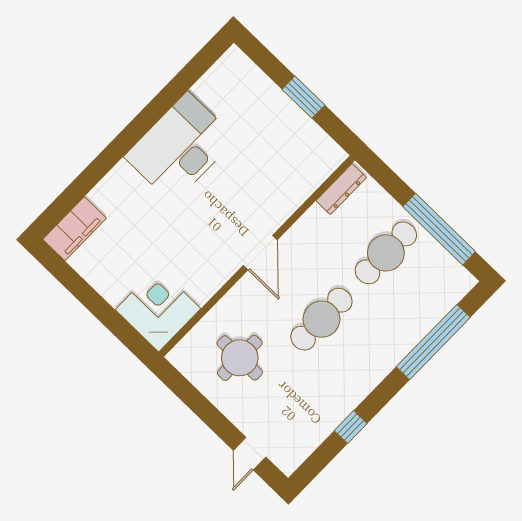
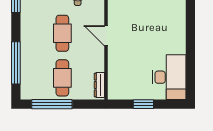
desk: (180, 148) -> (169, 77), moved

